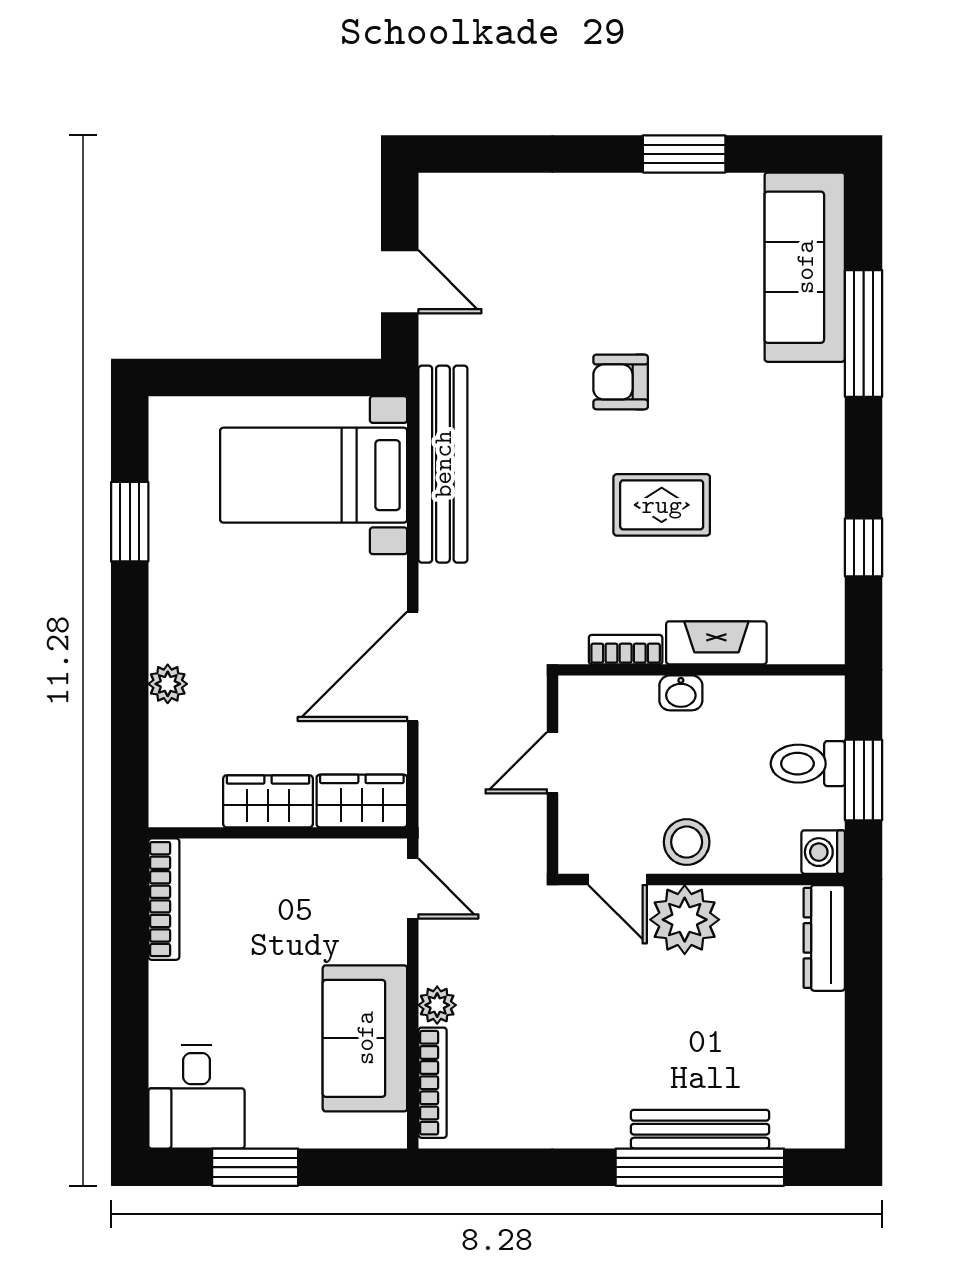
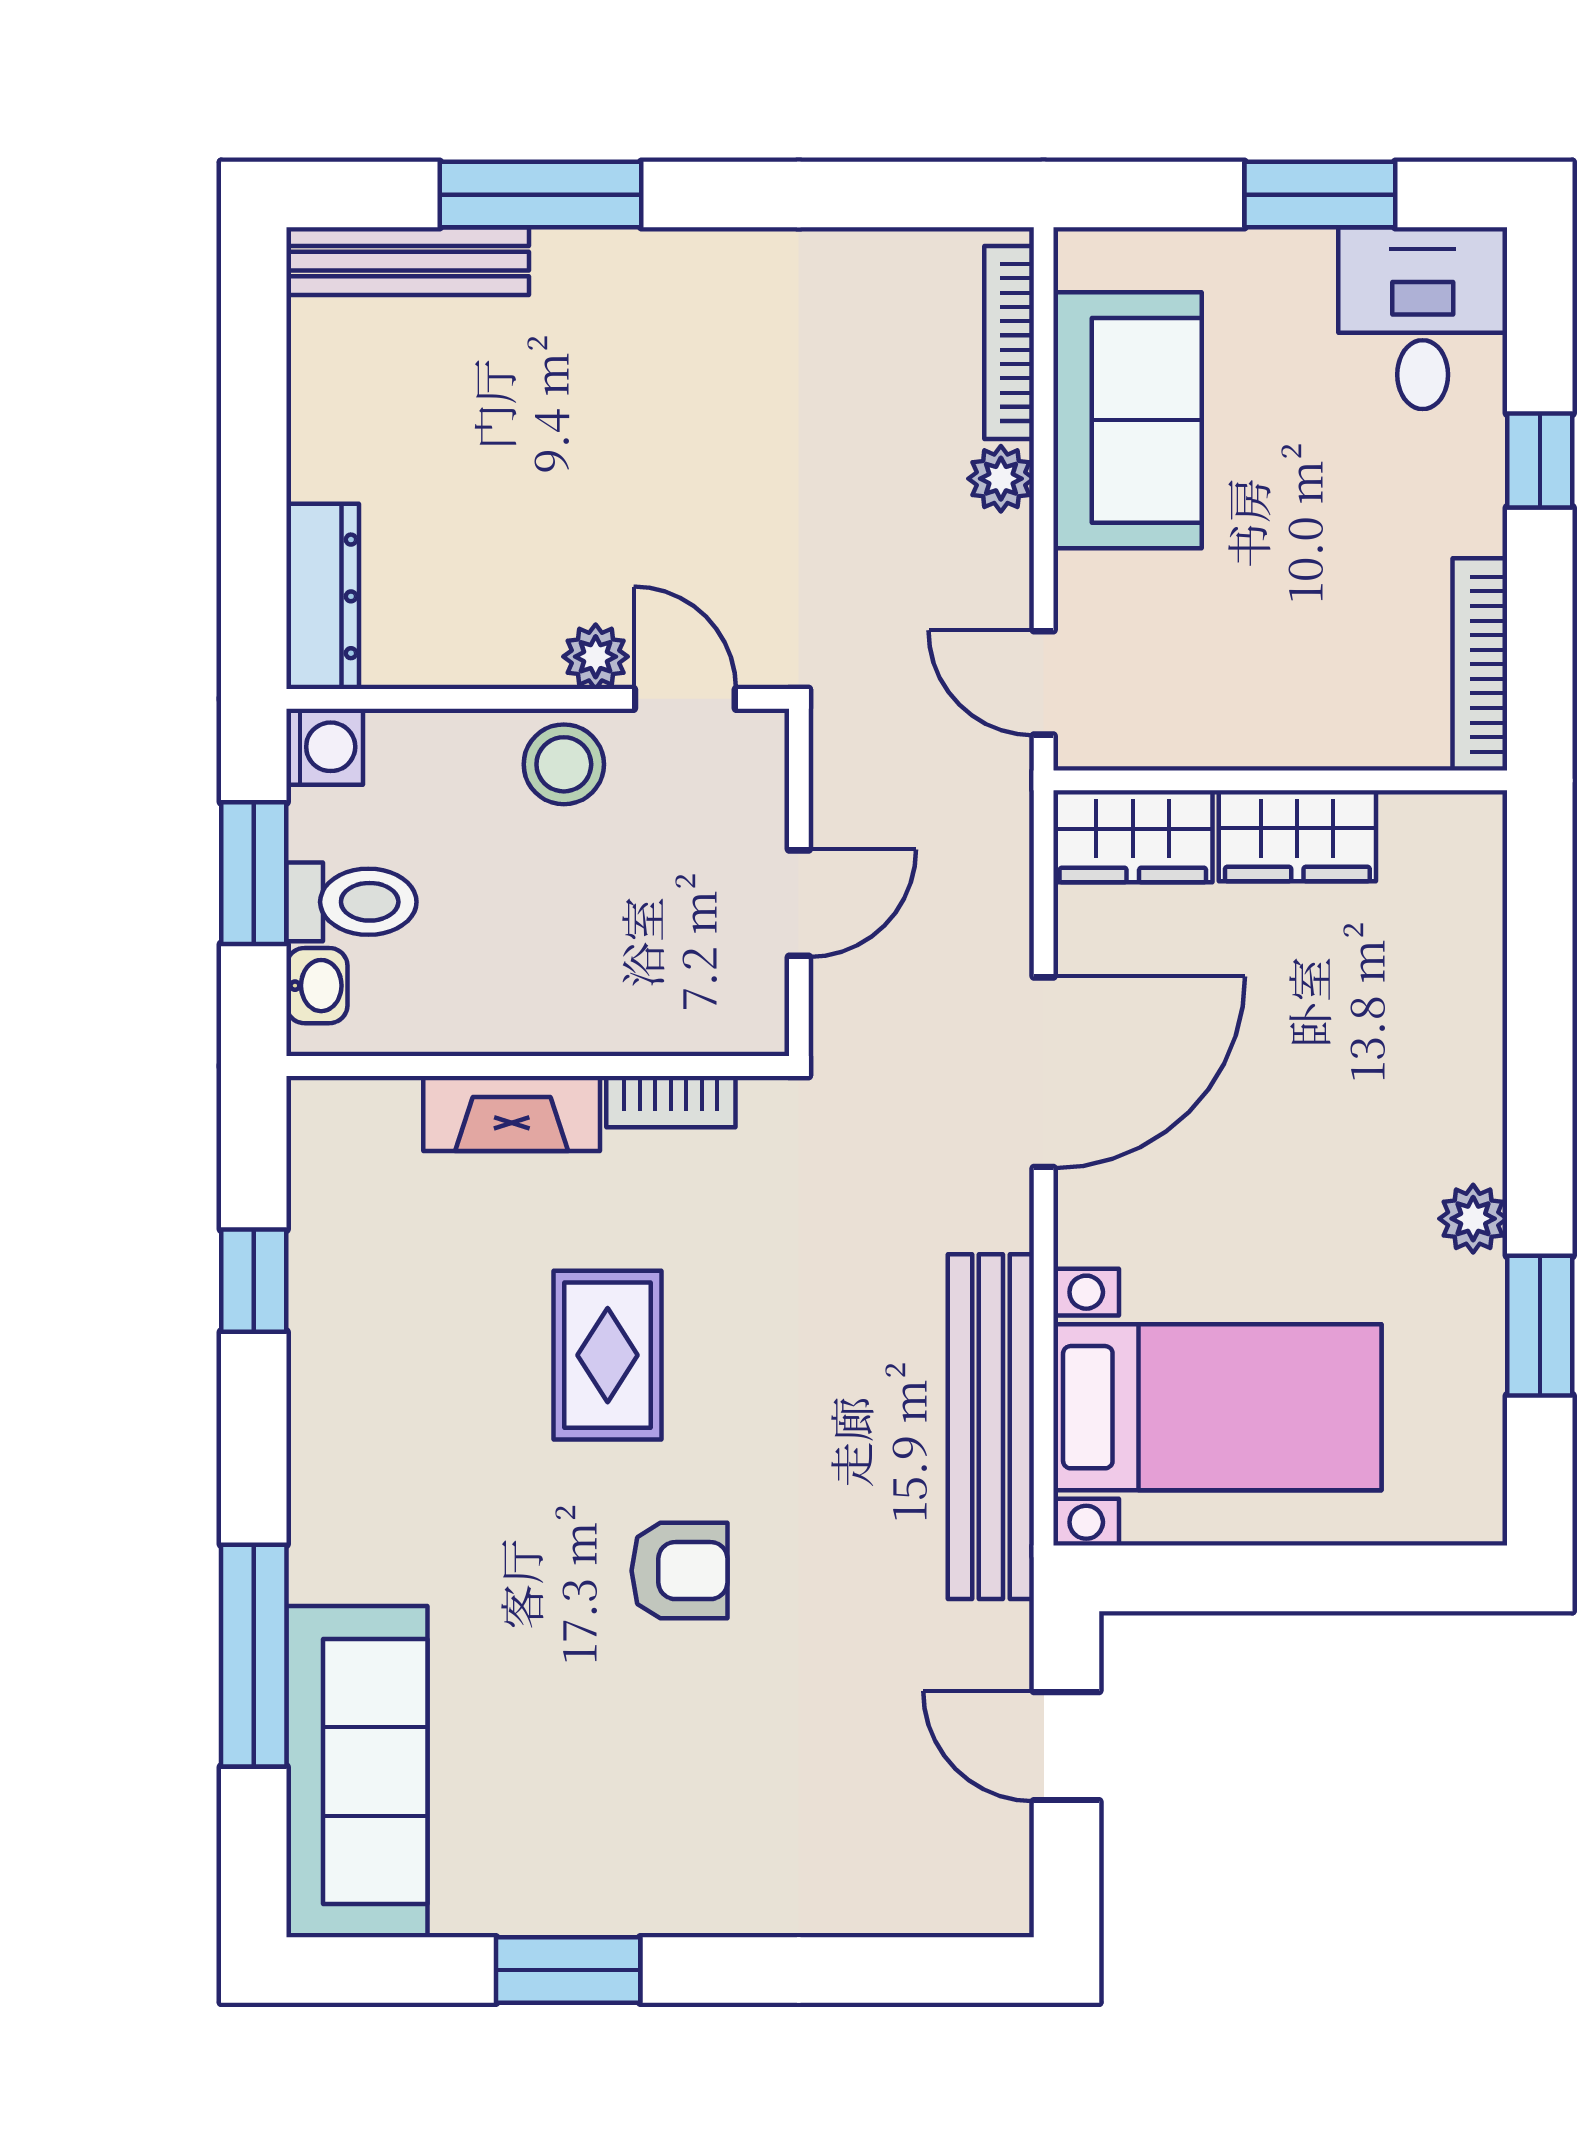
rug: (662, 505) -> (608, 1355), turned 90
plant: (168, 684) -> (1473, 1219), moved
washbasin: (681, 693) -> (317, 986), moved, turned 90
plant: (685, 920) -> (596, 657), width x0.53, depth x0.53
window: (130, 1015) -> (1540, 461), added
bench: (700, 1129) -> (408, 261), moved
window: (700, 1167) -> (541, 195), width x0.68

